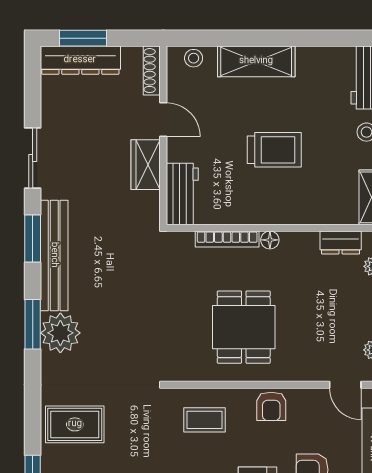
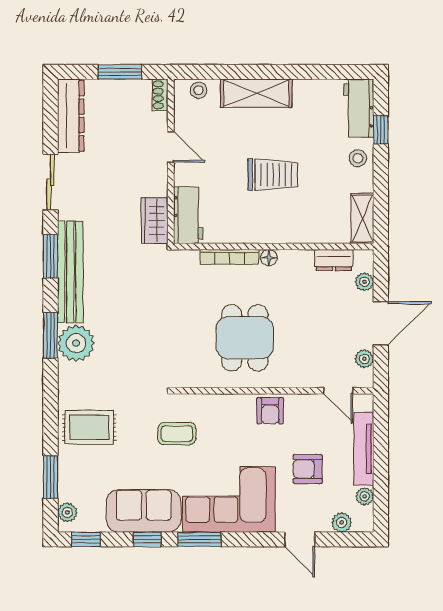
window: (83, 38) -> (120, 72), moved
dresser: (80, 60) -> (71, 116), moved, turned -90
shoe rack: (152, 71) -> (160, 95), width x0.70
wardrobe: (146, 165) -> (155, 220), moved
coffee table: (204, 420) -> (177, 434), moved

